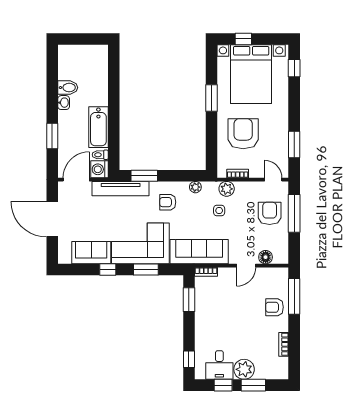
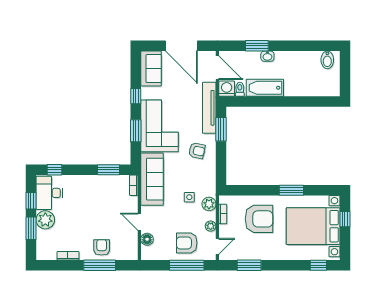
bidet: (68, 88) -> (327, 60), moved
washbasin: (64, 103) -> (267, 56), moved
plant: (195, 187) -> (211, 226), moved
armchair: (168, 202) -> (197, 151), turned 102
armchair: (270, 213) -> (187, 243), turned 180
door: (52, 219) -> (181, 46), swing flipped
sofa: (91, 253) -> (151, 69), moved
window: (294, 296) -> (100, 265), moved
desk: (219, 365) -> (49, 193), width x1.37

